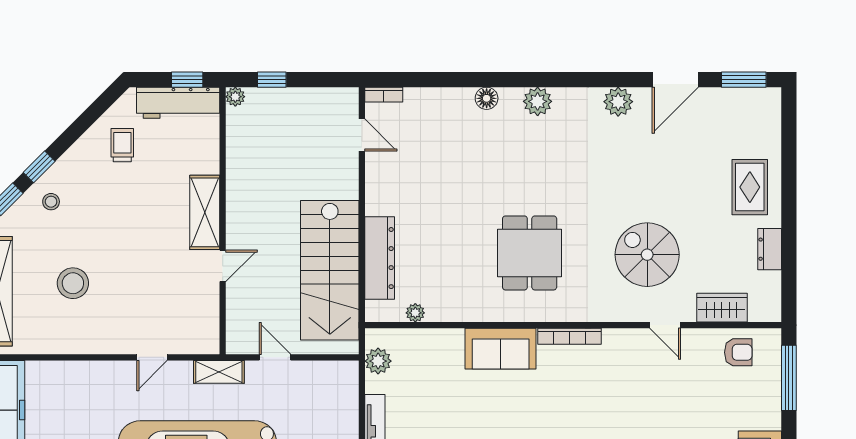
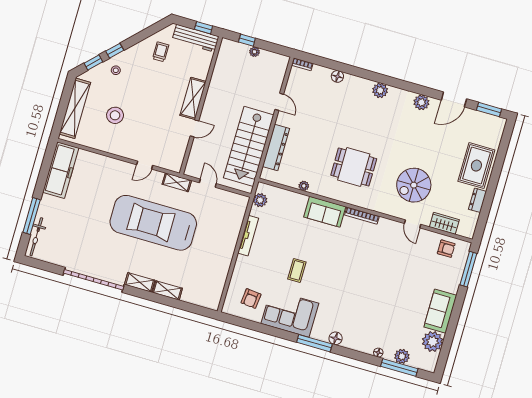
plant: (235, 97) -> (255, 52), moved
floor lamp: (487, 98) -> (337, 76), moved
door: (362, 135) -> (279, 102), moved
rug: (750, 187) -> (476, 166), width x1.36, depth x1.43
dining table: (530, 253) -> (354, 167), turned 90
spiral stairs: (647, 255) -> (414, 185), turned -90
plant: (415, 313) -> (304, 186), moved

